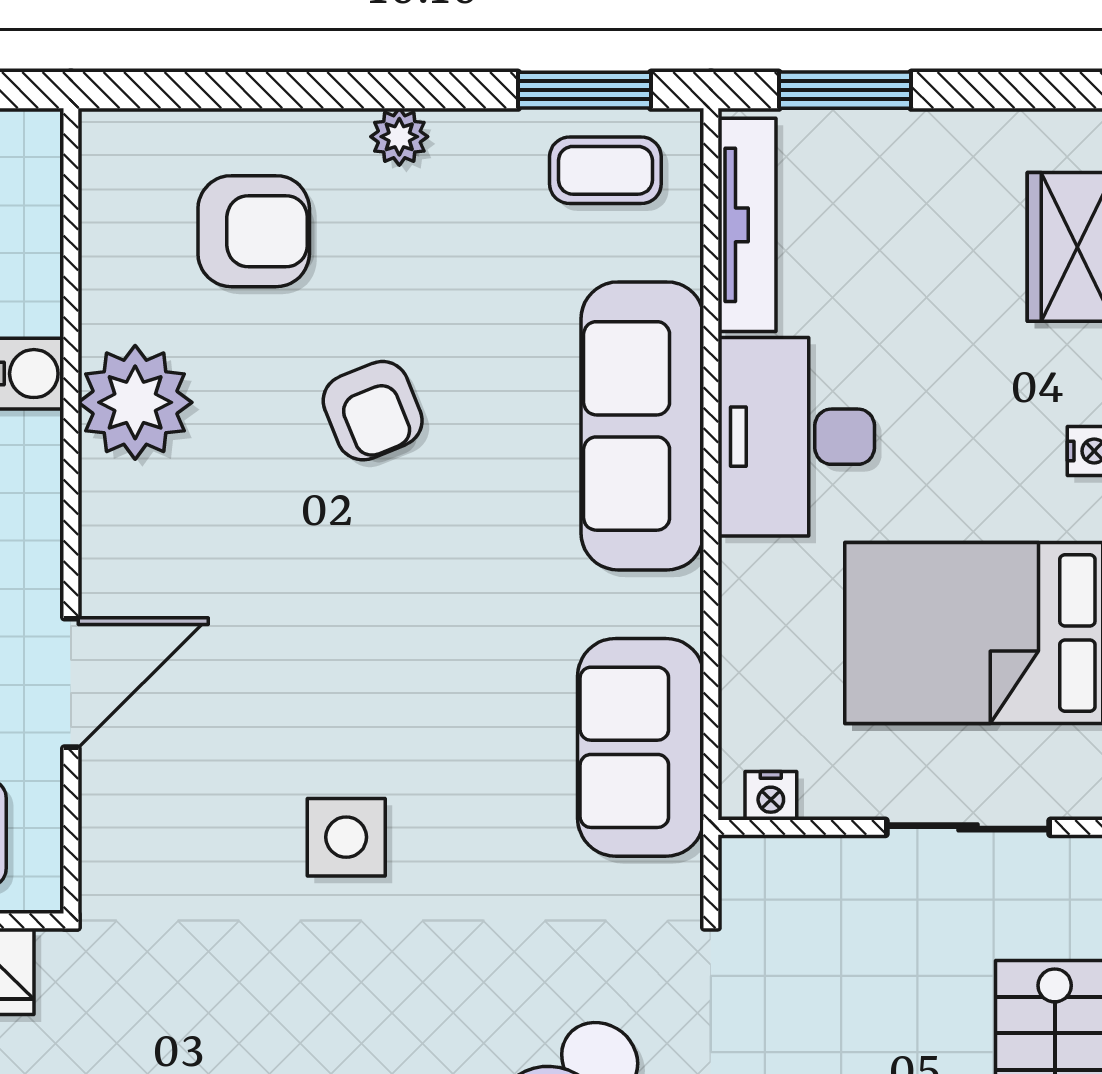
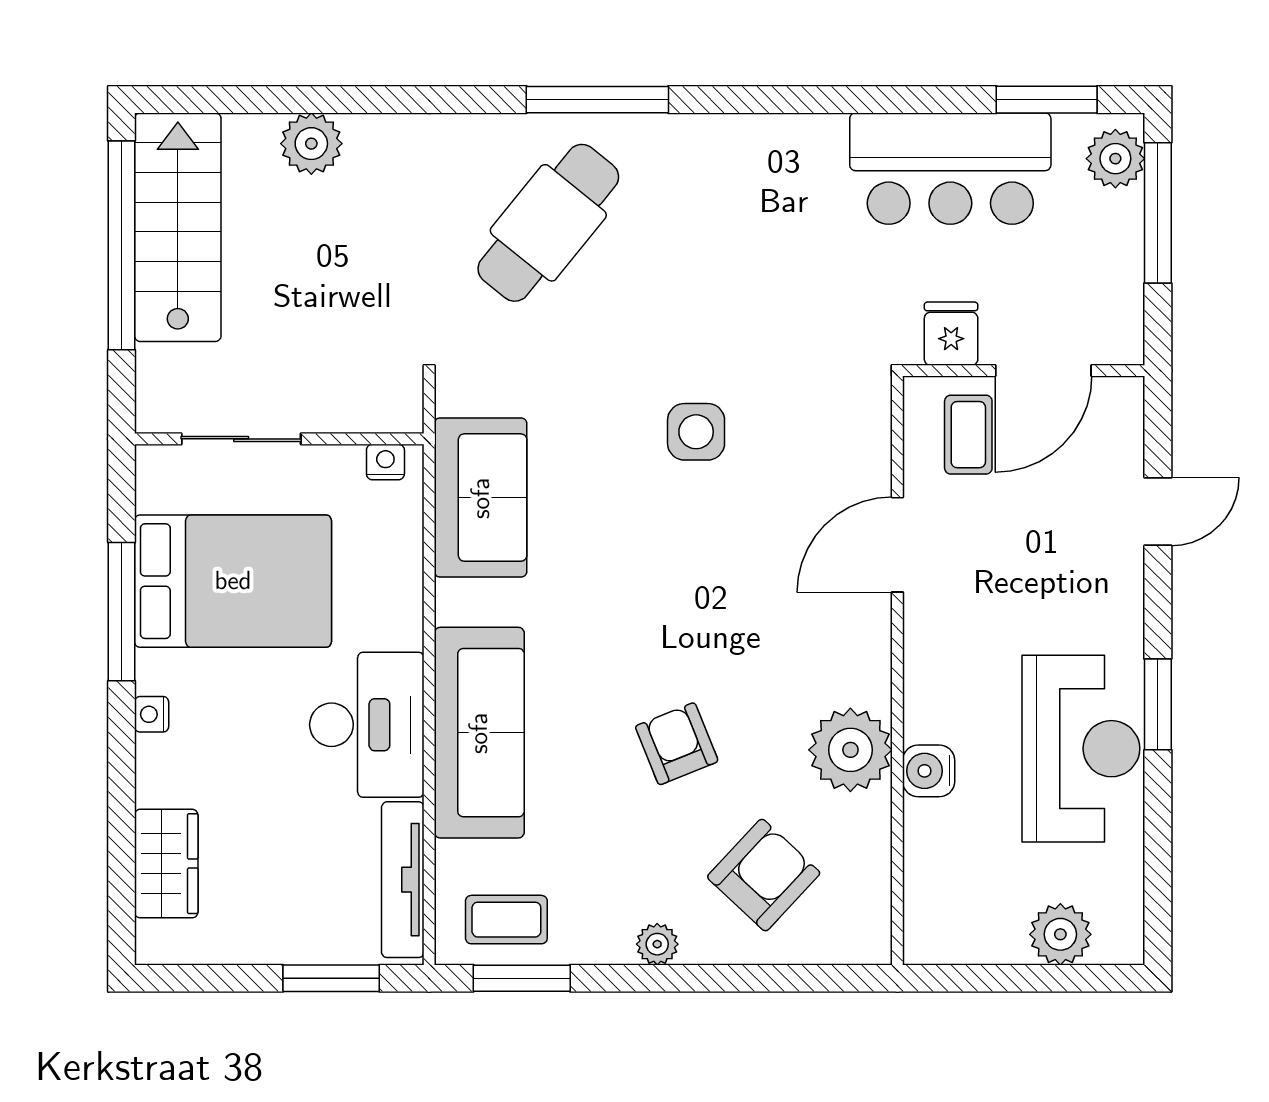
armchair: (254, 231) -> (764, 875), turned 133

